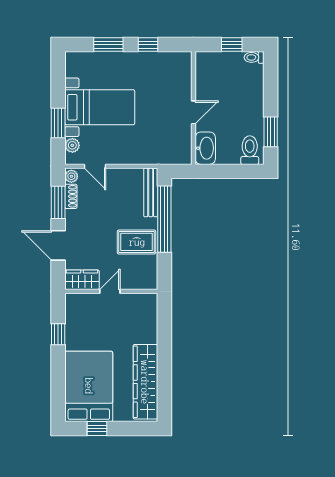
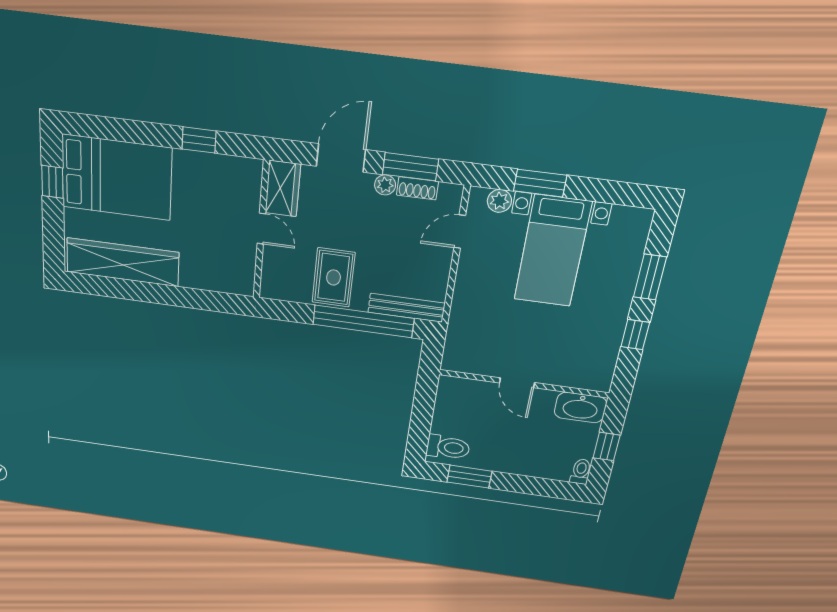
washbasin: (205, 148) -> (580, 408), moved
plant: (71, 176) -> (385, 185), moved

